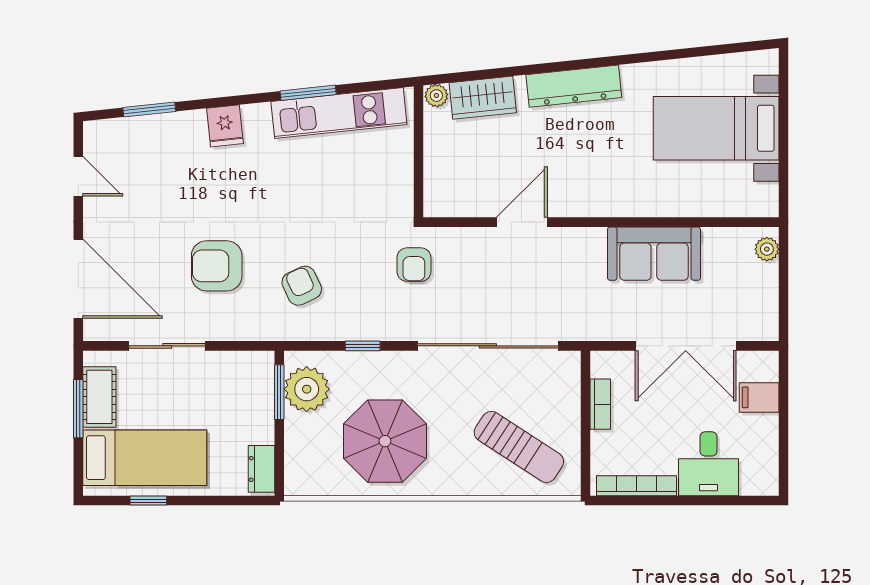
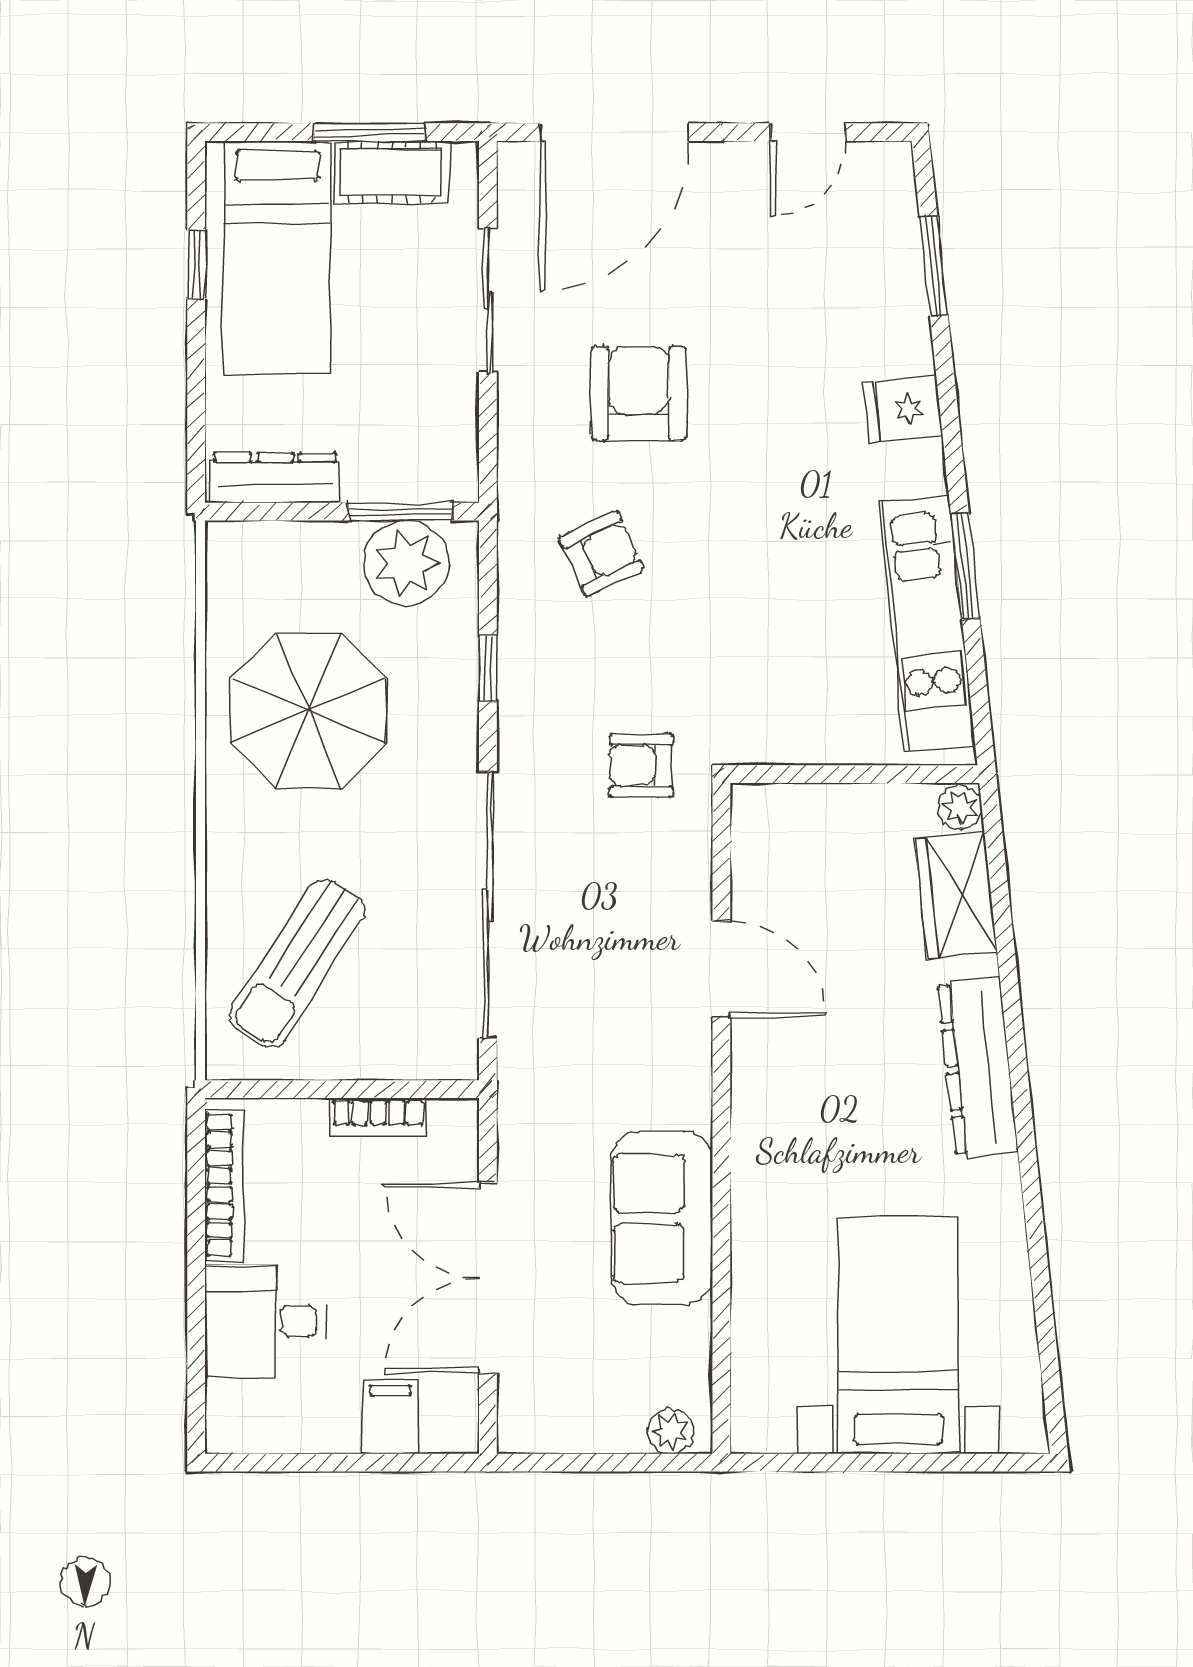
dresser: (261, 469) -> (275, 478), width x1.44

